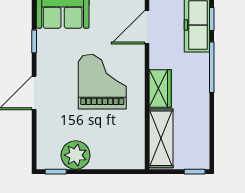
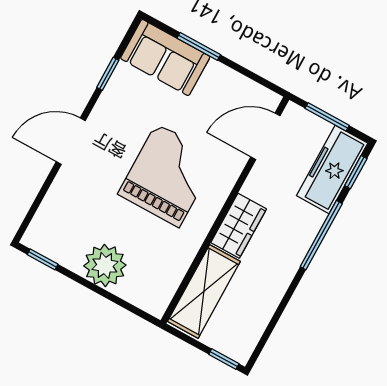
plant: (76, 155) -> (105, 265), moved

